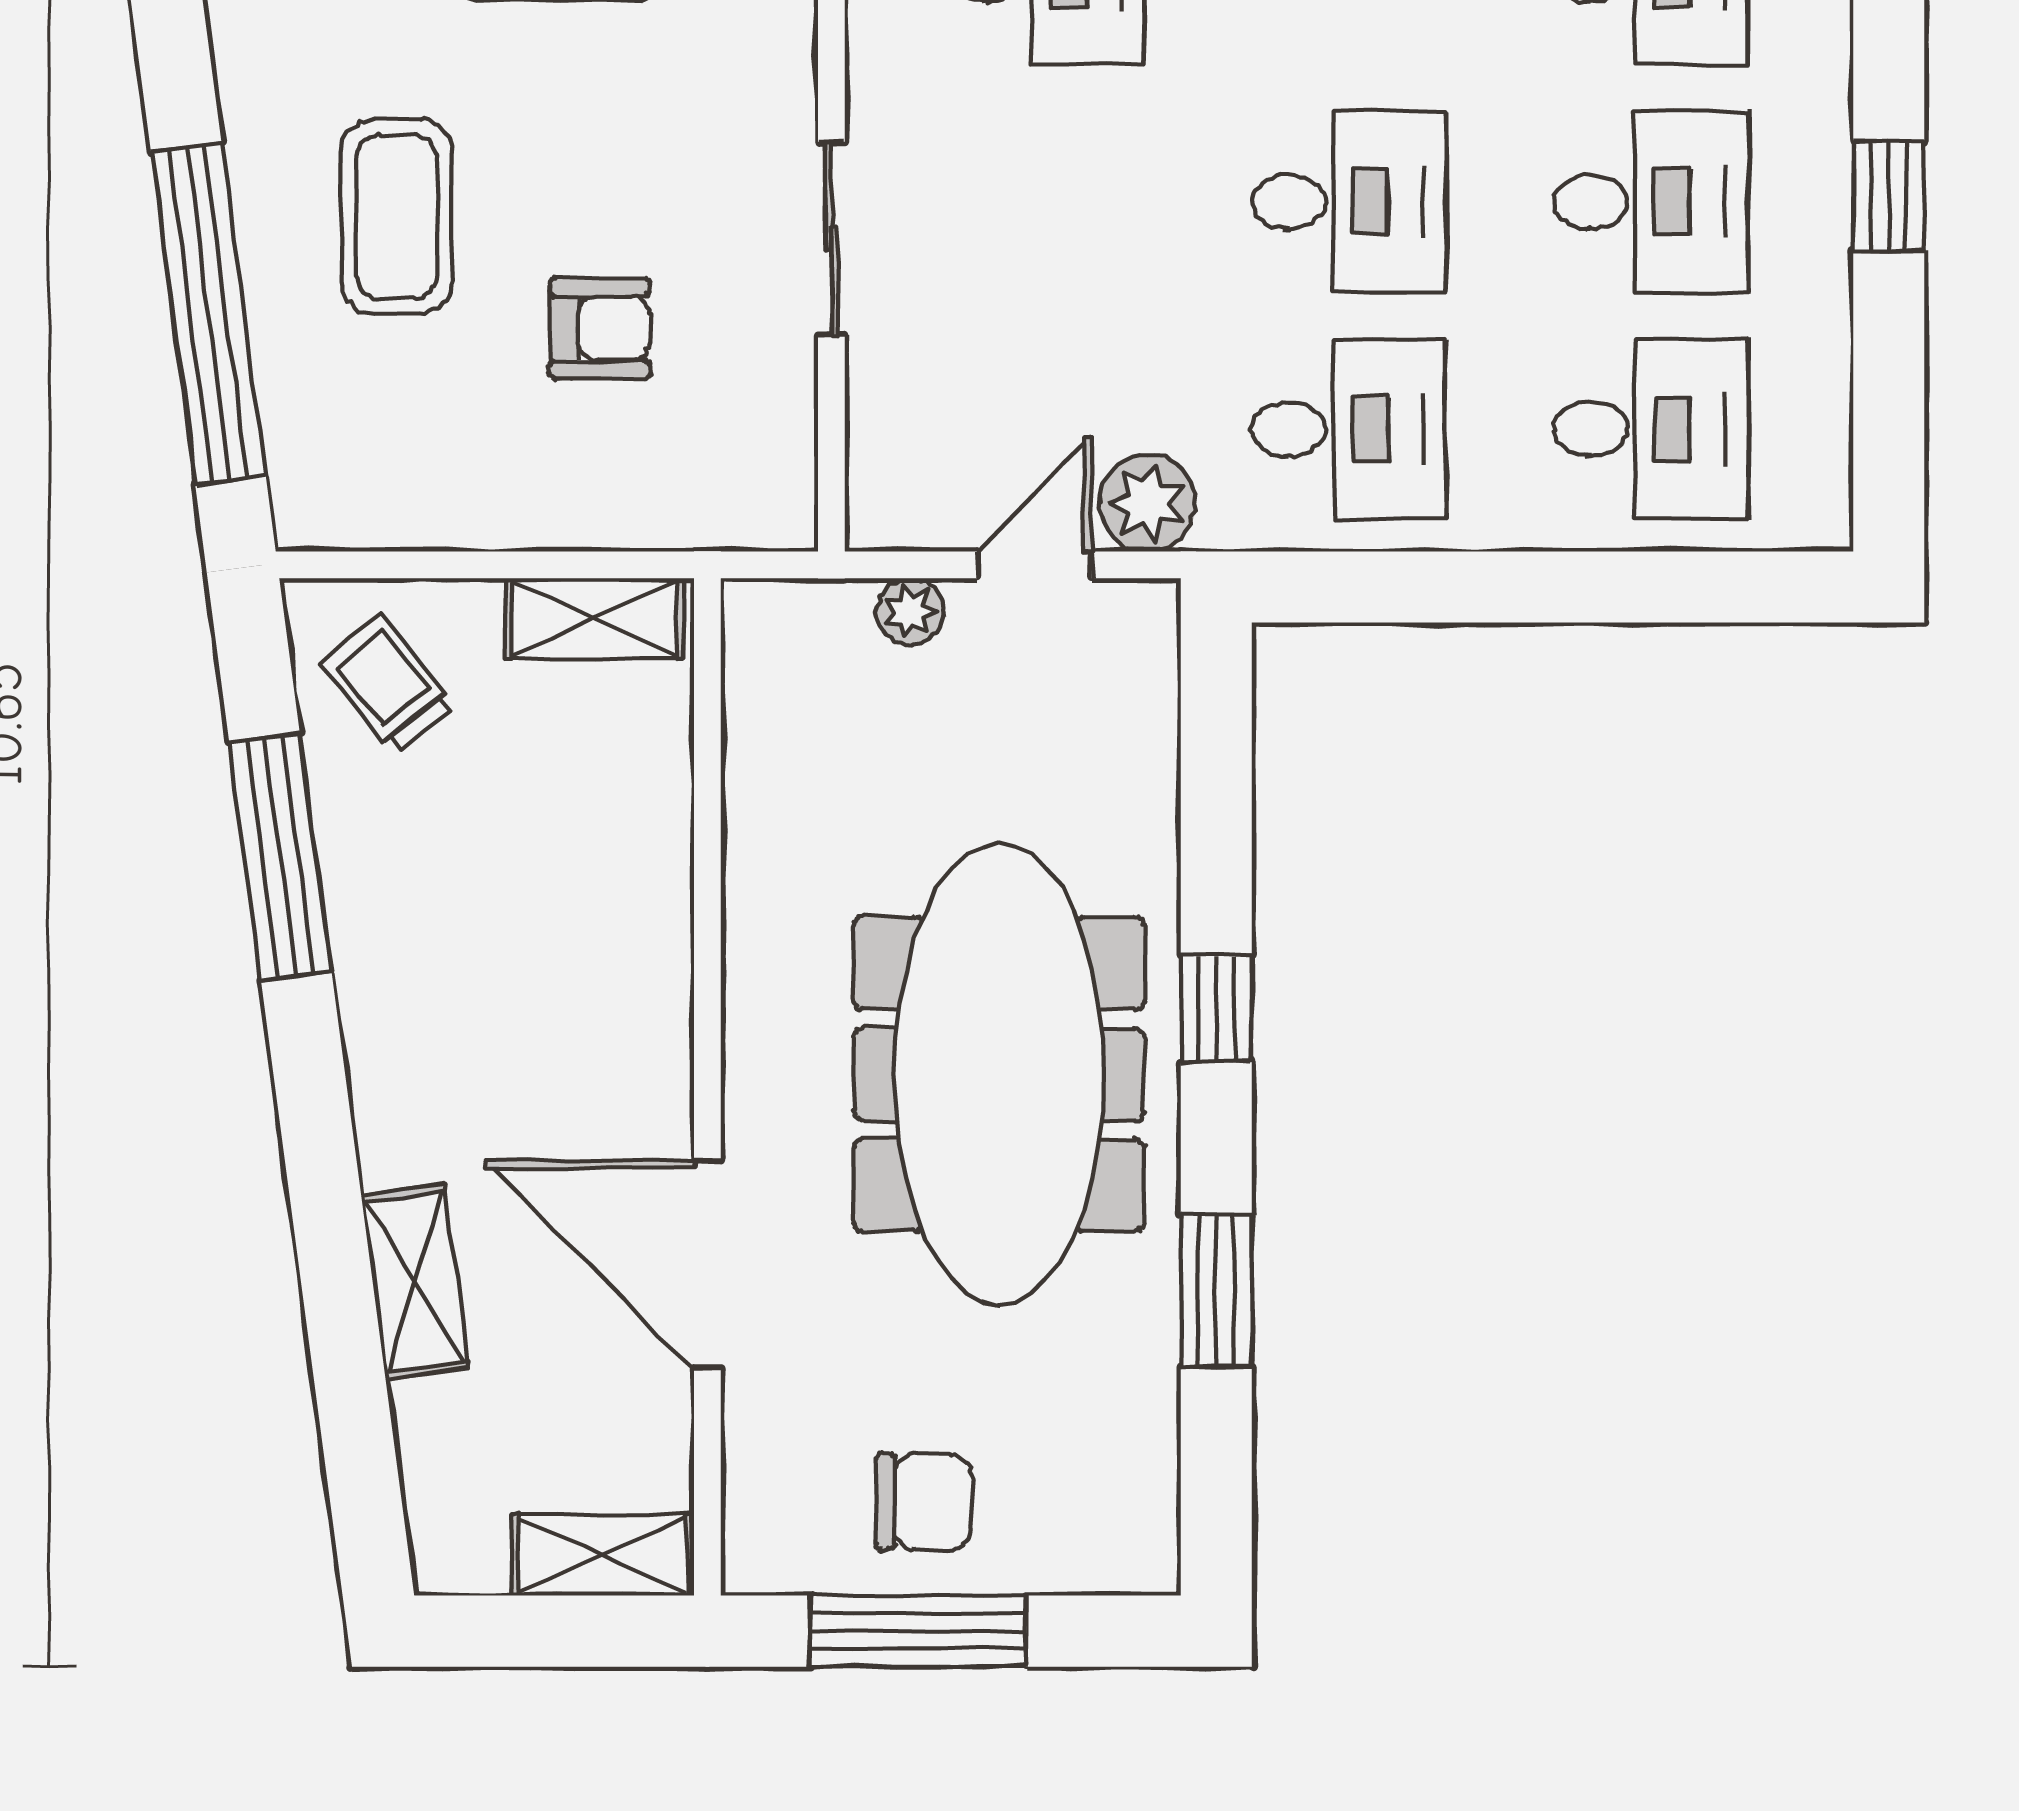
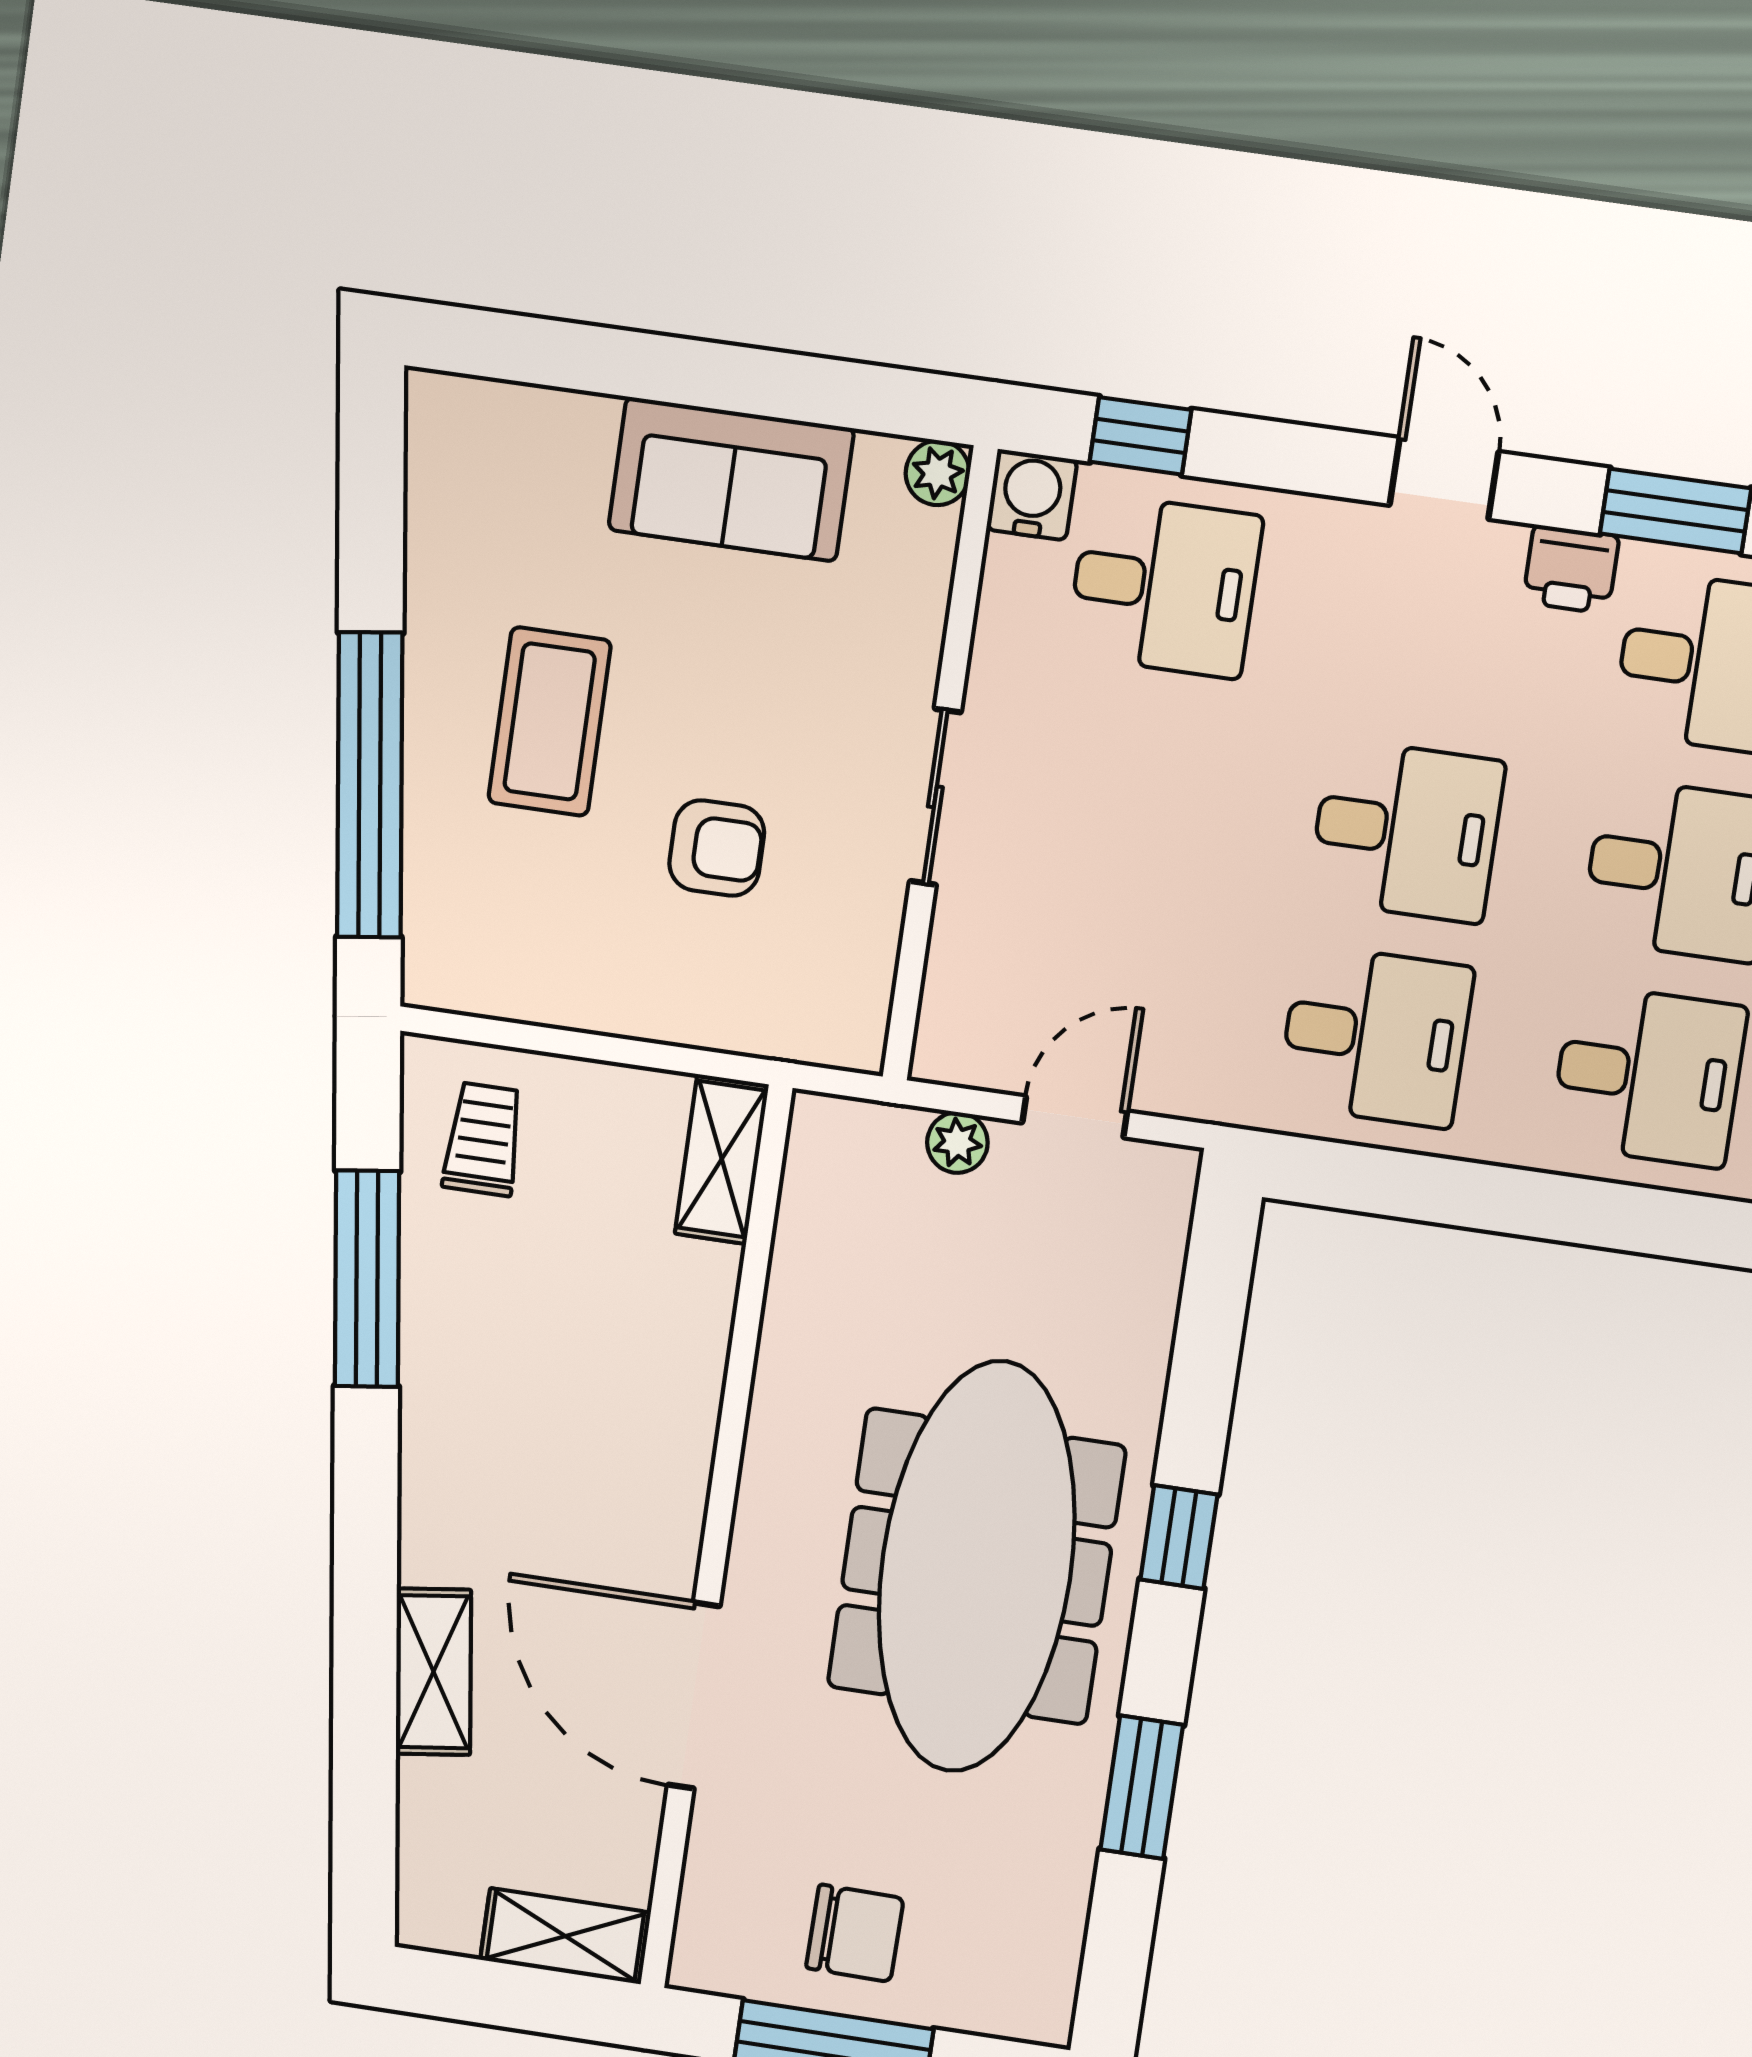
plant: (1147, 503) -> (1184, 1076), removed
shelving: (595, 618) -> (722, 1159), moved, turned 90
trolley: (388, 684) -> (483, 1139), turned 39

